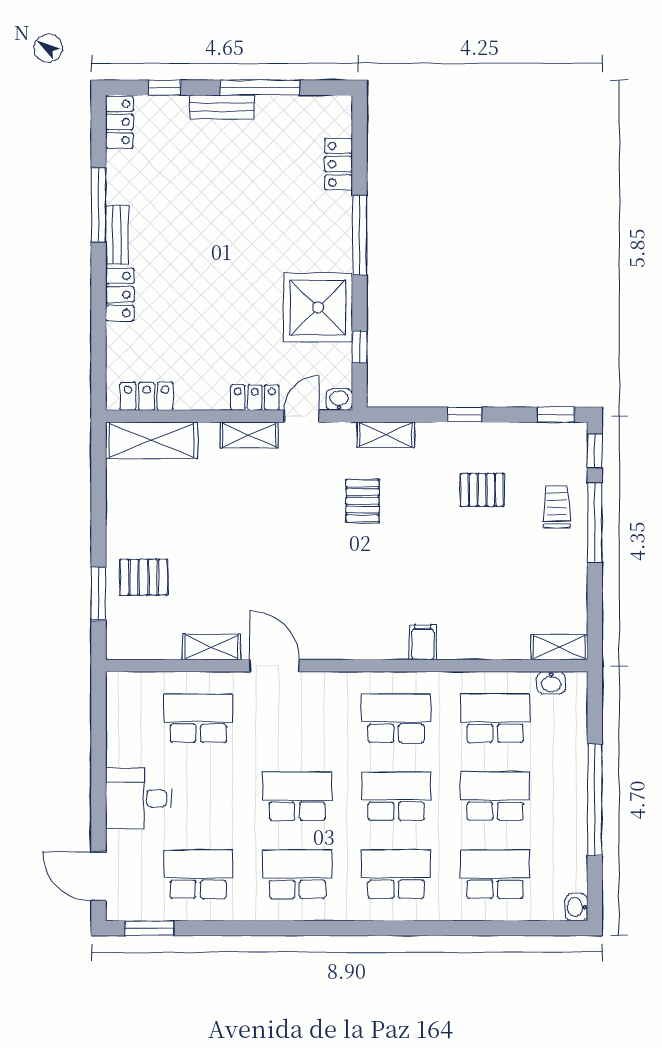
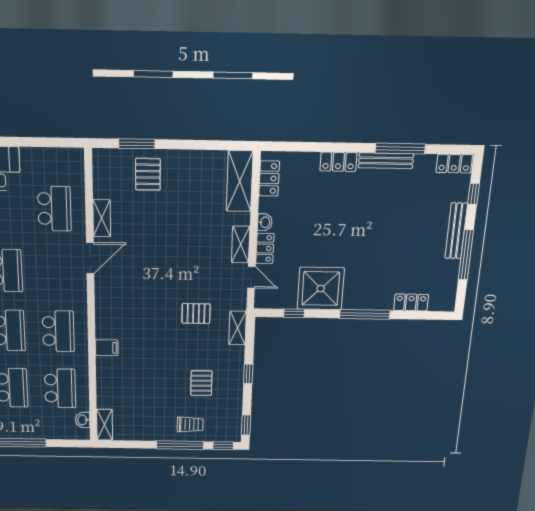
bench: (222, 107) -> (456, 231), width x1.36
bench: (117, 235) -> (386, 161), width x1.36
washbasin: (339, 400) -> (265, 222), moved

